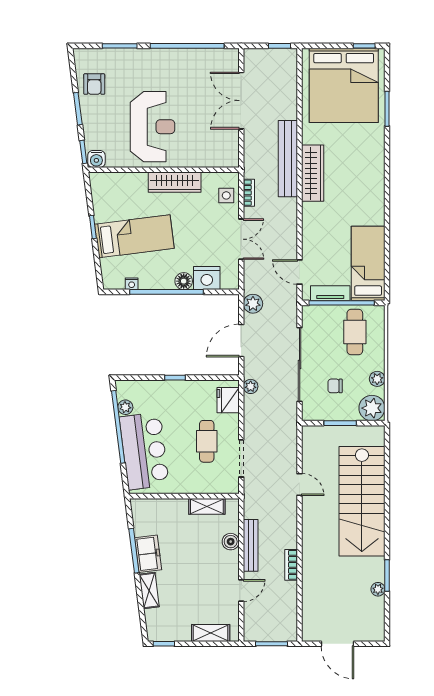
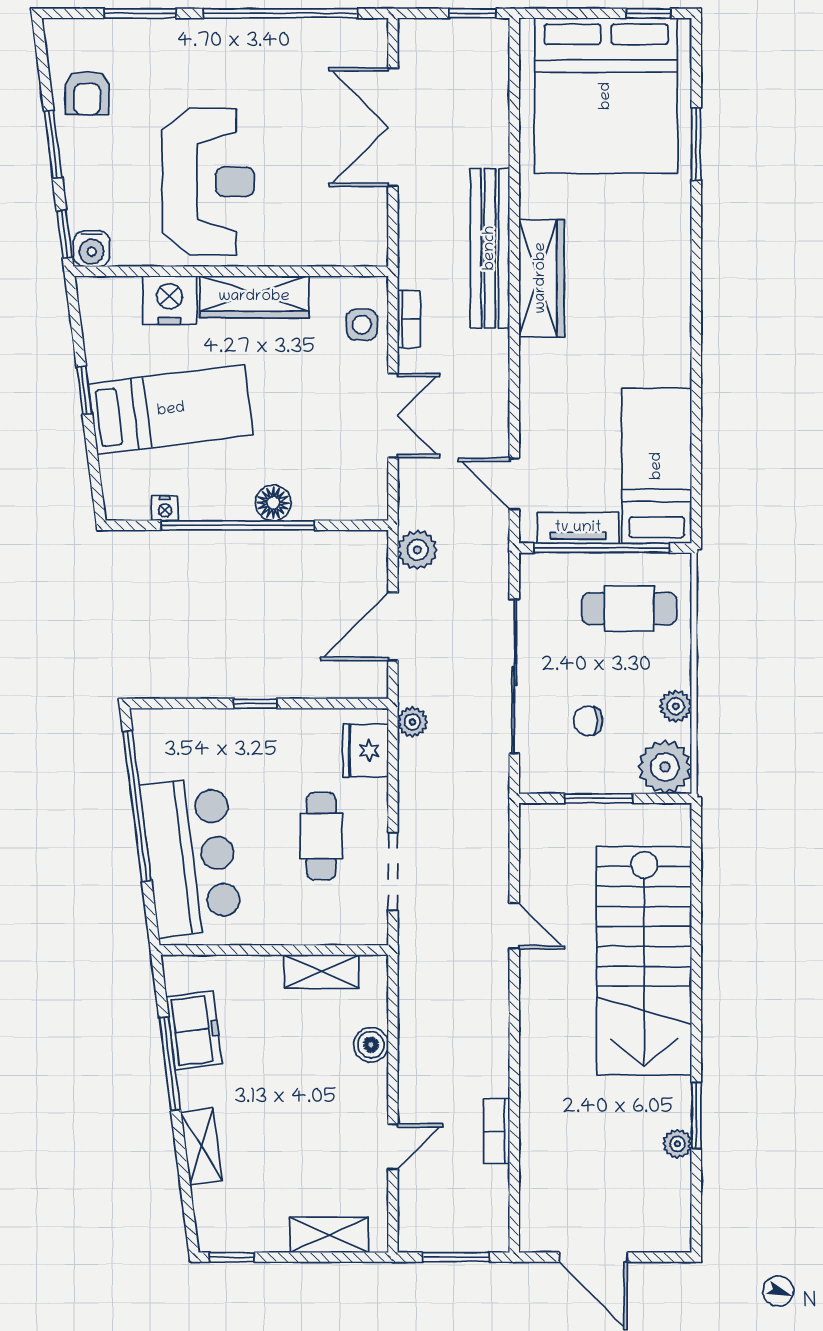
nightstand: (207, 278) -> (170, 300), moved, turned 180
cafe table: (355, 332) -> (629, 609), turned 90
plant: (125, 407) -> (152, 765), removed
bench: (251, 545) -> (413, 1053), removed
freezer: (148, 554) -> (194, 1030), moved
bookcase: (291, 565) -> (497, 1131), moved

